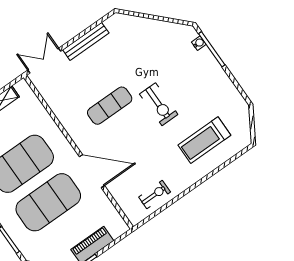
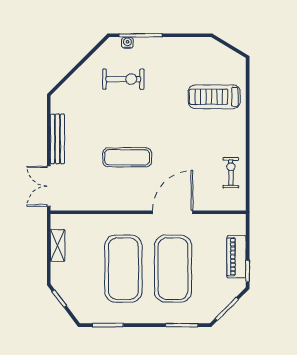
exercise bike: (159, 104) -> (123, 79), moved
exercise mat: (110, 106) -> (127, 157), turned 90
treadmill: (204, 140) -> (214, 97), turned 90

